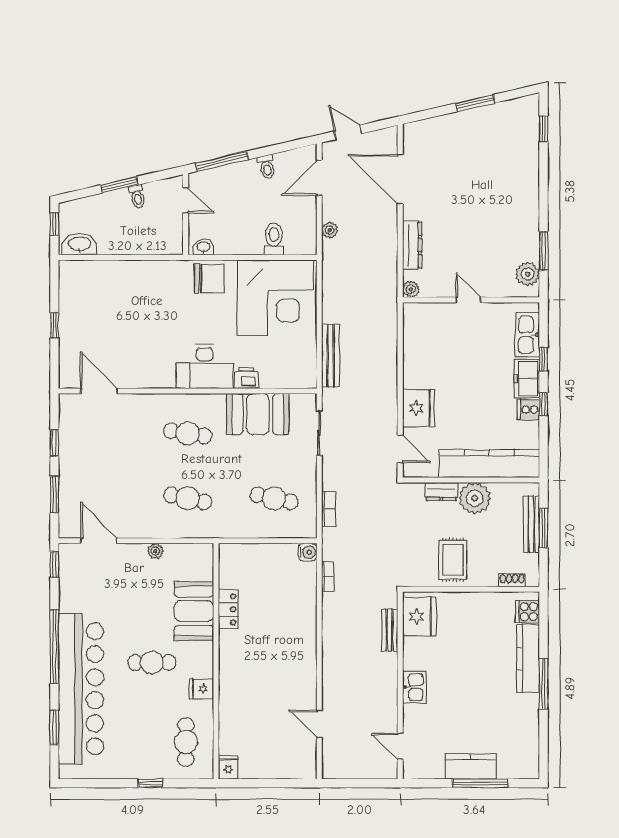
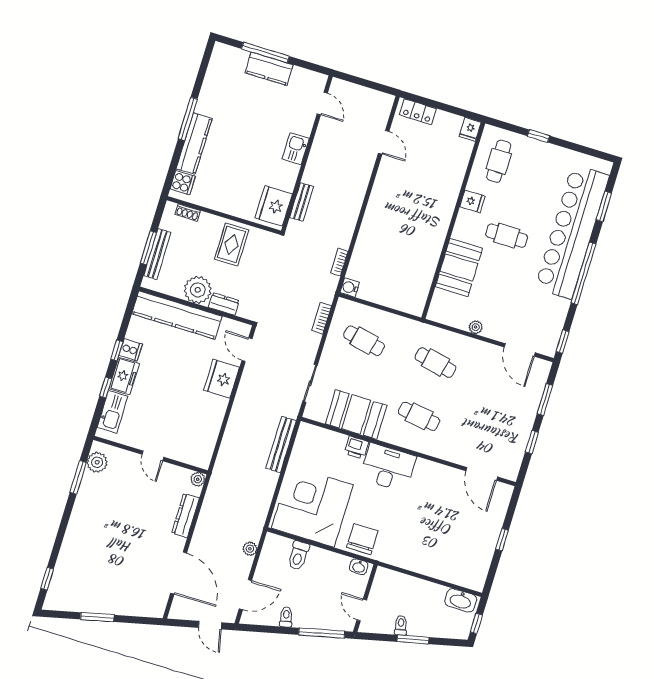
chair: (209, 279) -> (362, 539), turned 90
locker: (228, 609) -> (418, 112), moved, turned -90

